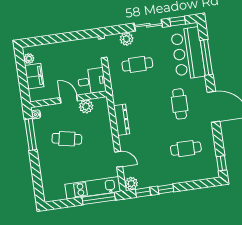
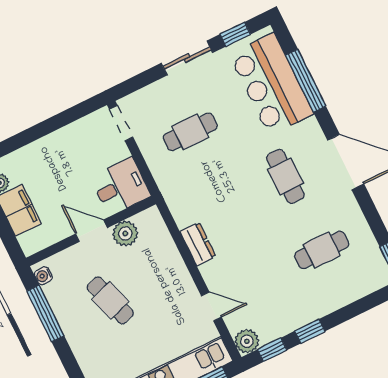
plant: (126, 39) -> (157, 94), removed
dresser: (122, 120) -> (198, 244), width x0.70
cafe table: (67, 139) -> (110, 300), turned 61

